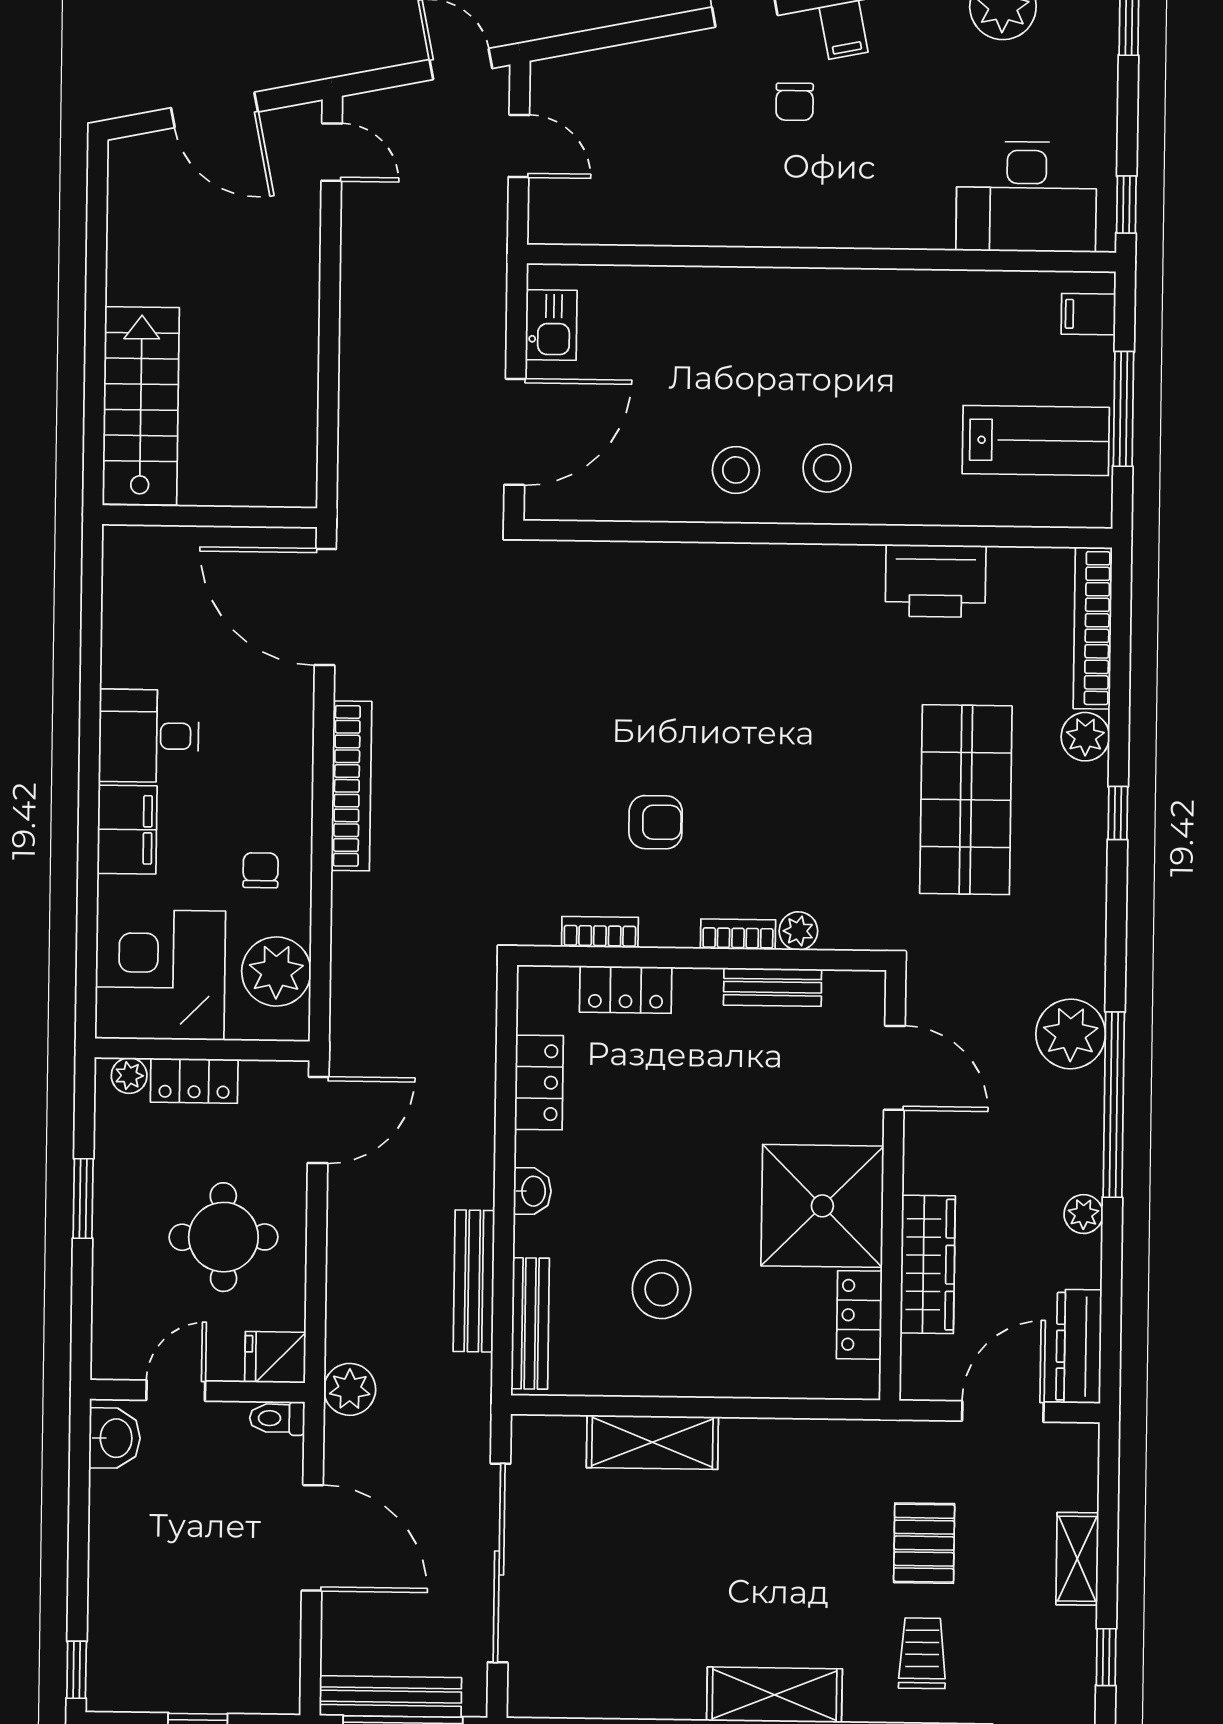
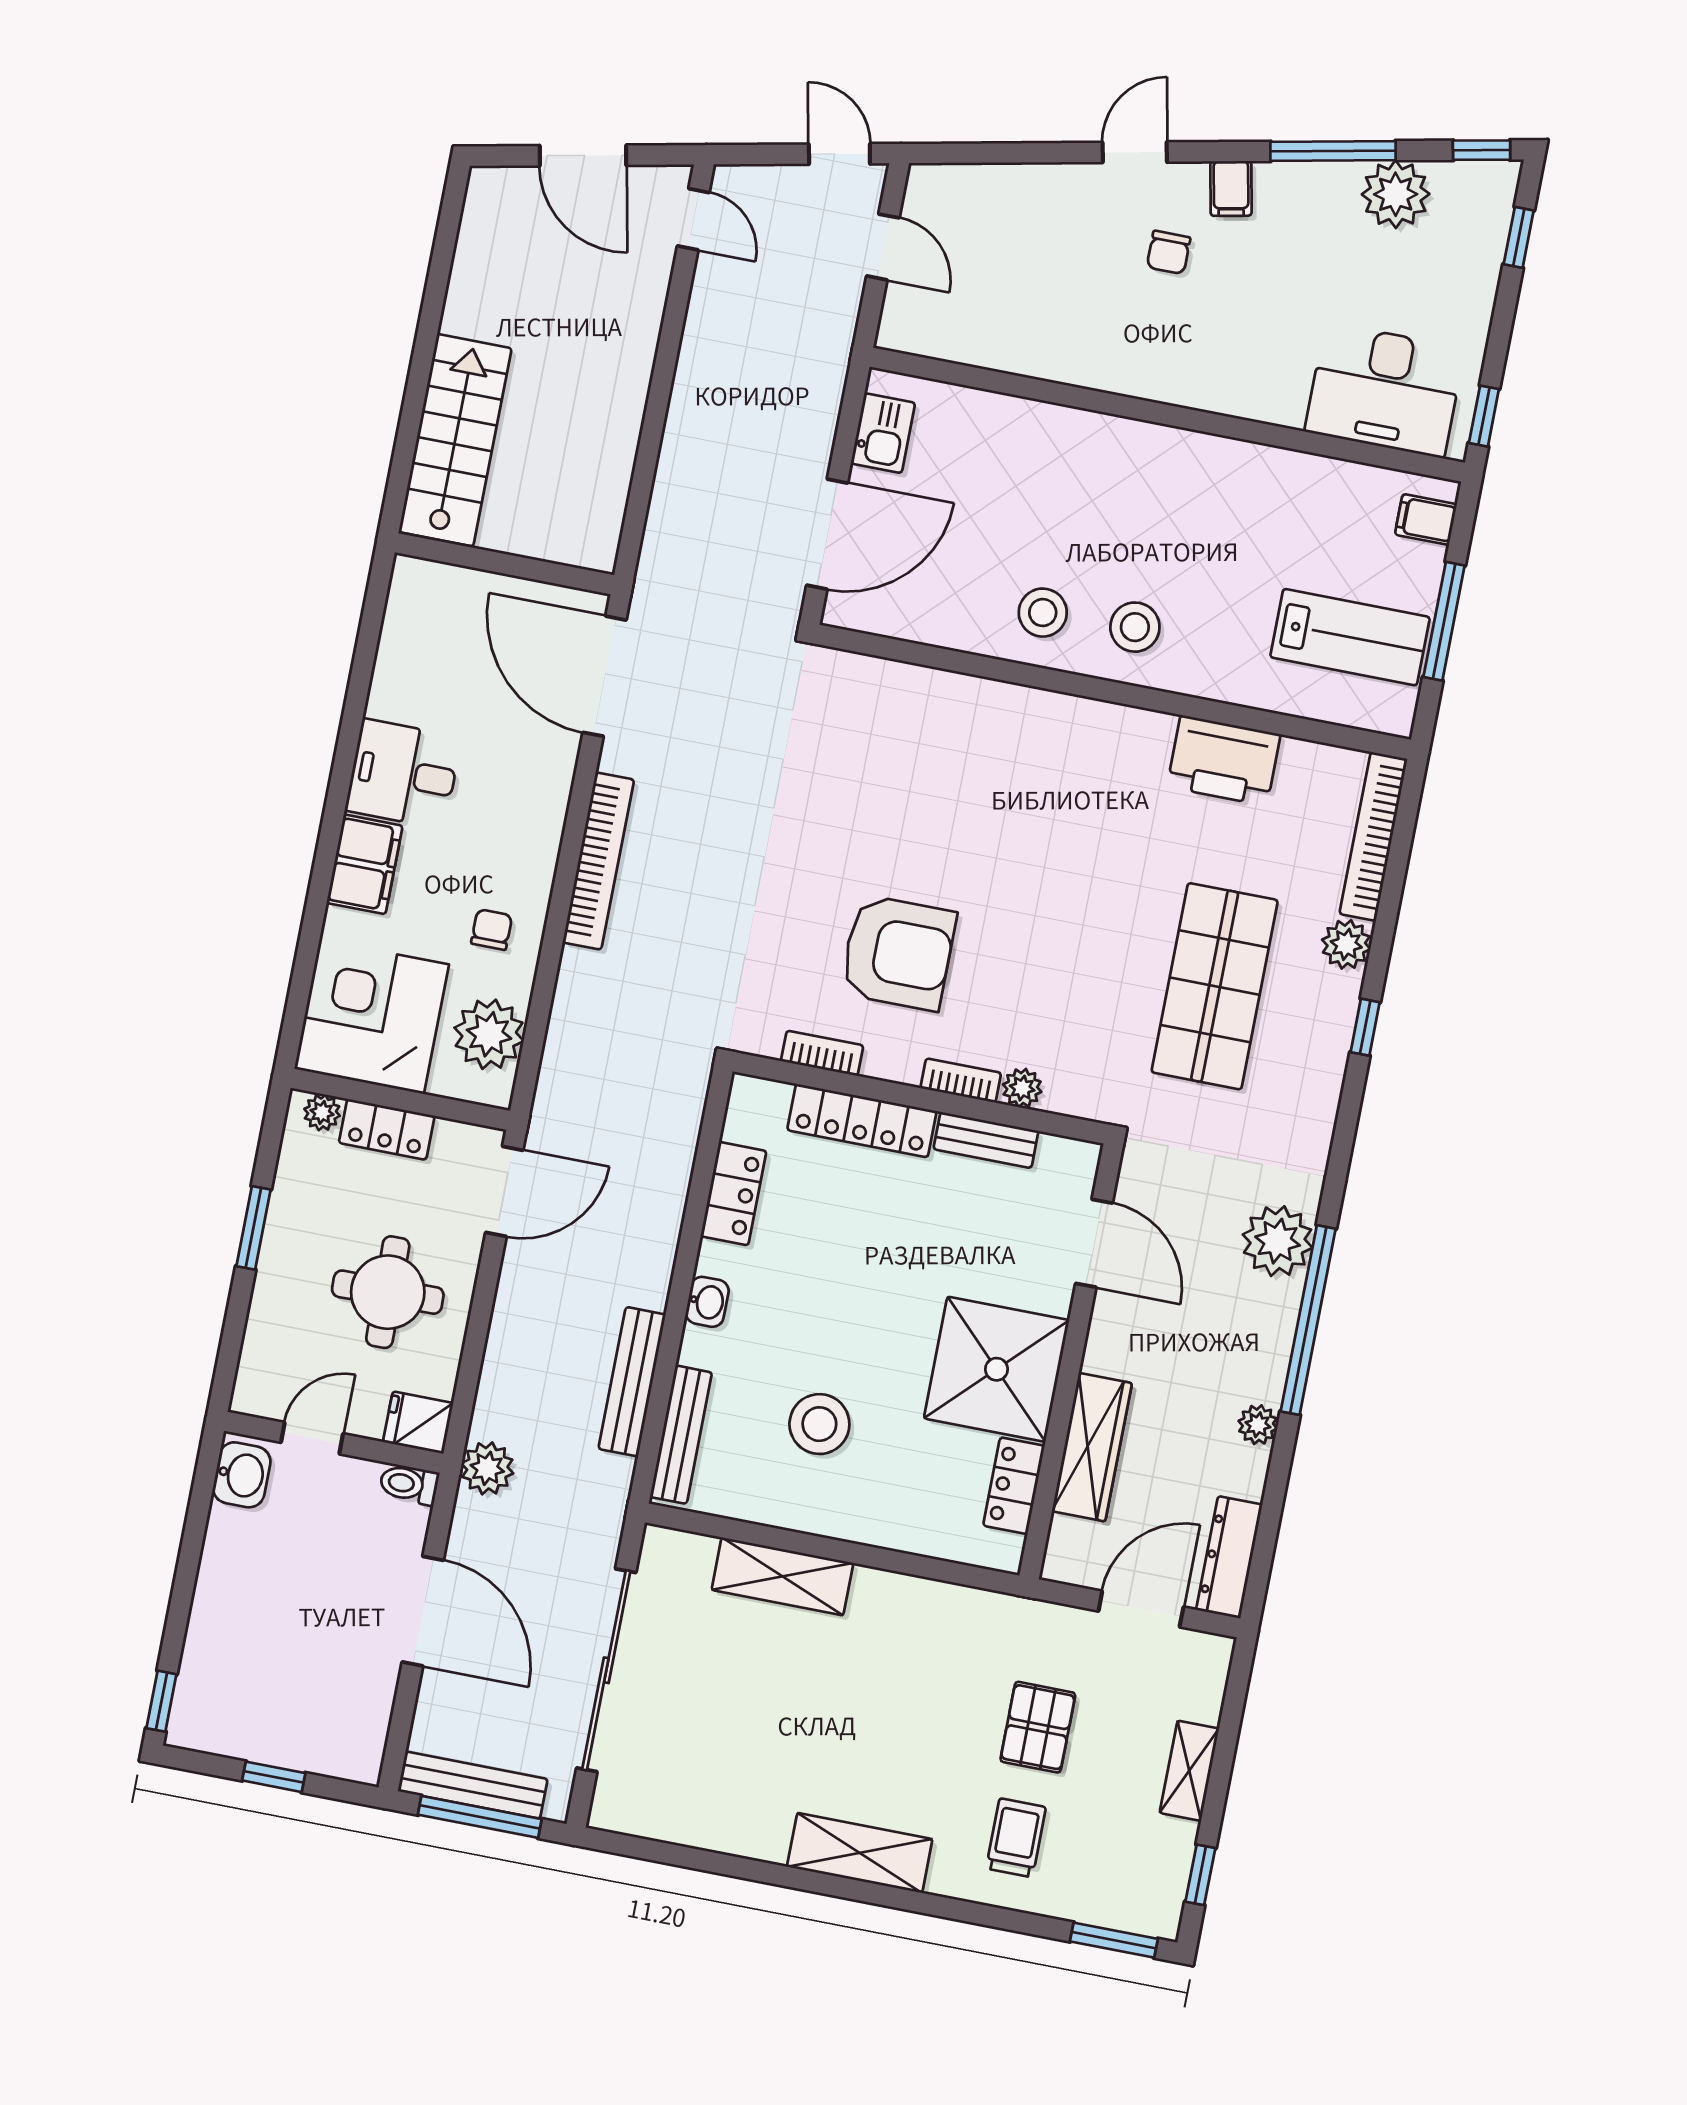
armchair: (656, 822) -> (898, 953), width x1.88, depth x1.88
locker: (626, 990) -> (862, 1121), width x1.53

